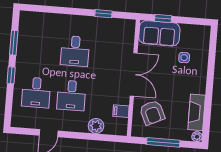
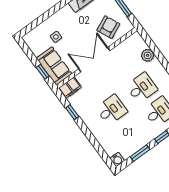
water cooler: (26, 17) -> (117, 160), added
filing cabinet: (121, 111) -> (70, 88), moved, width x2.00

